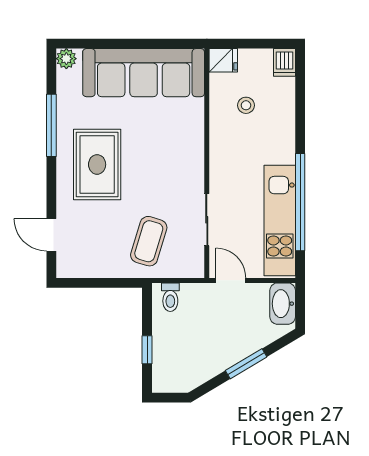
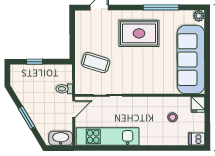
window: (300, 202) -> (118, 148), removed
toilet: (170, 297) -> (64, 89), moved

